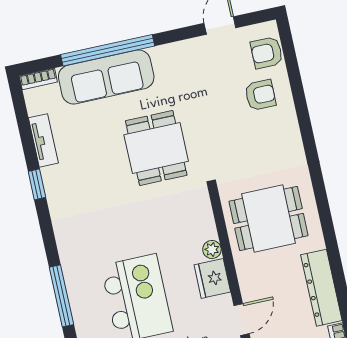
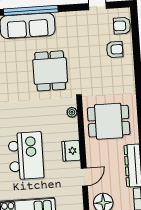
plant: (212, 249) -> (72, 112), moved

